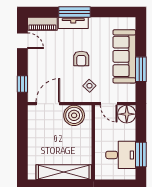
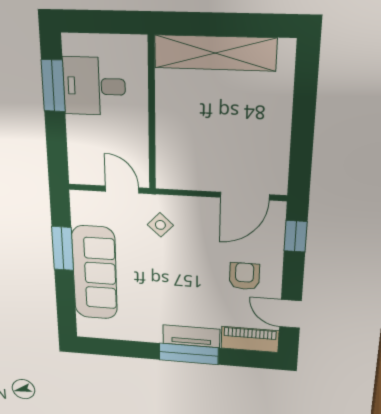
armchair: (81, 59) -> (244, 276), moved
floor lamp: (127, 114) -> (86, 168), removed
boiler: (74, 115) -> (191, 170), removed

